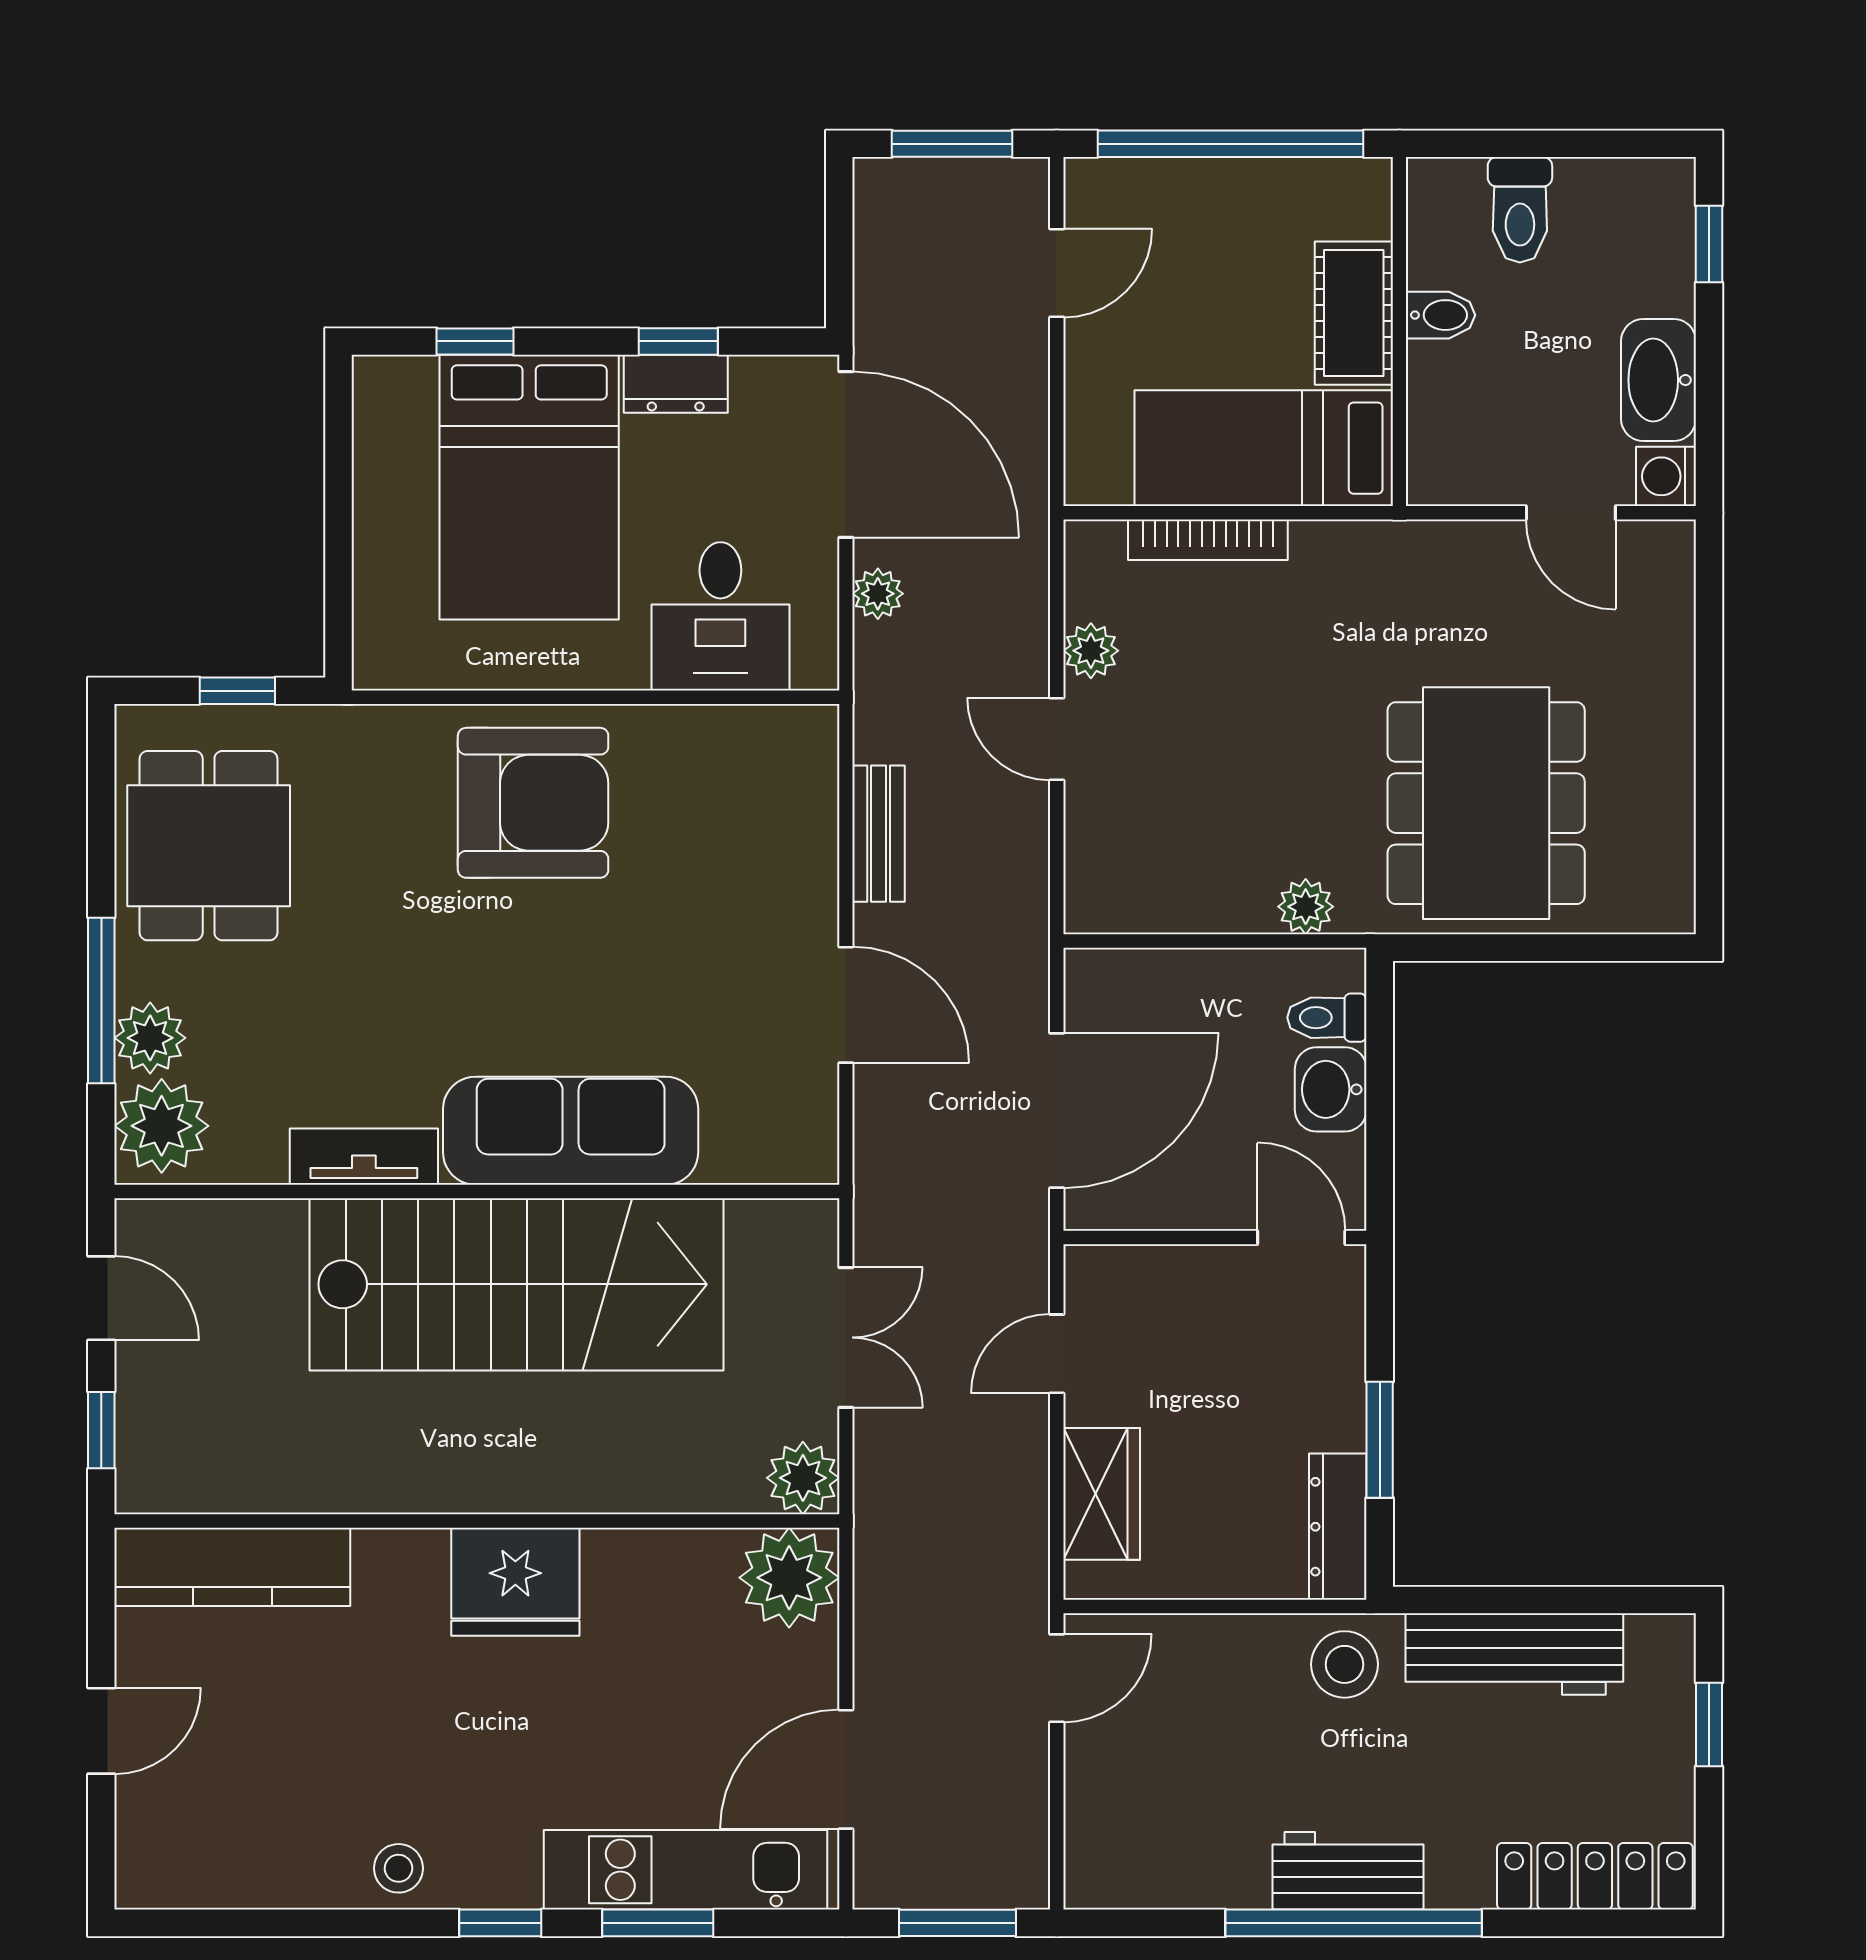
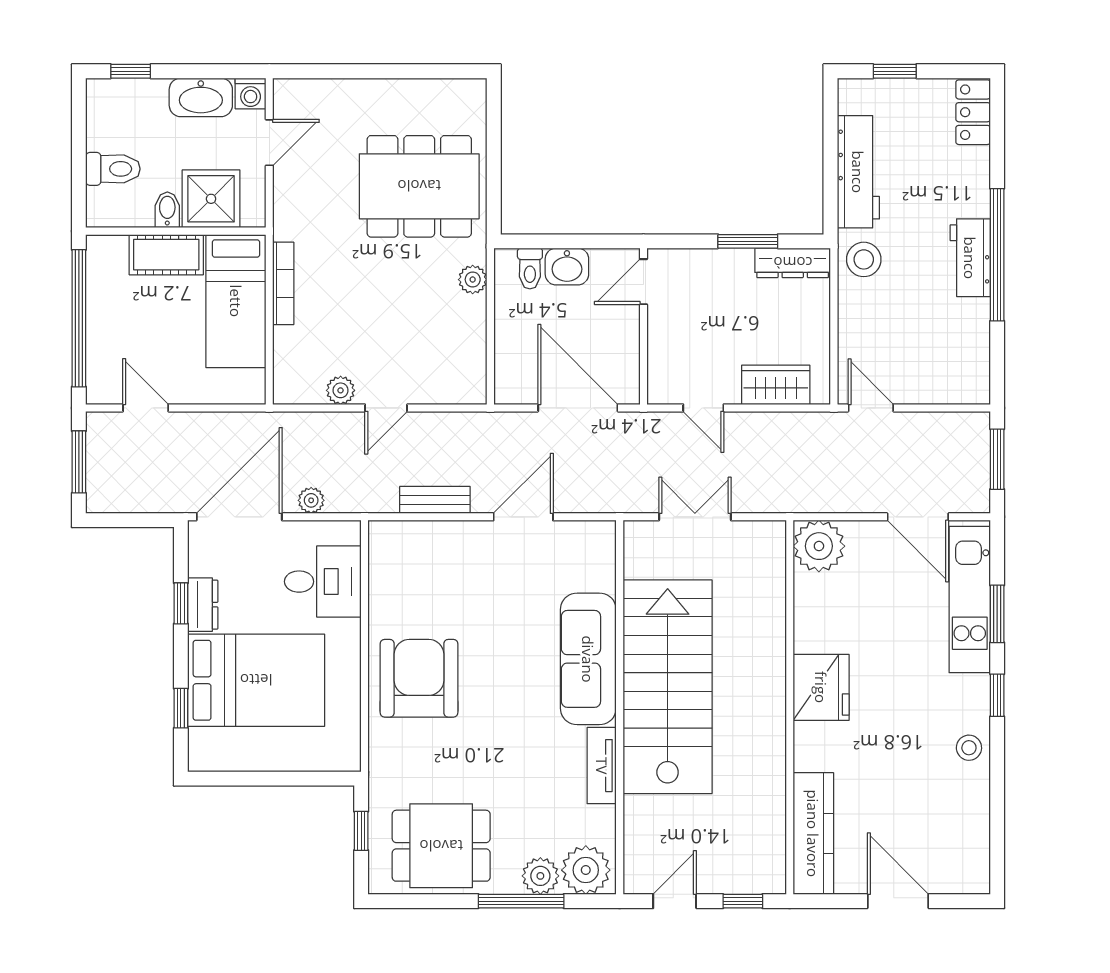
shower: (1462, 400) -> (211, 199), added
bookcase: (1208, 540) -> (283, 283), moved
plant: (803, 1478) -> (768, 539), removed
door: (101, 1731) -> (898, 901), width x1.38
locker: (1595, 1876) -> (973, 112), width x0.66

